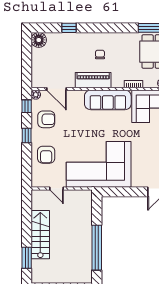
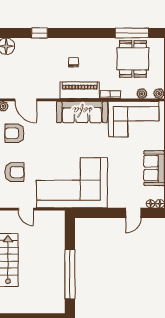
piano: (93, 80) -> (80, 90), moved
armchair: (46, 119) -> (15, 133), turned 180
armchair: (46, 155) -> (14, 172), turned -90

